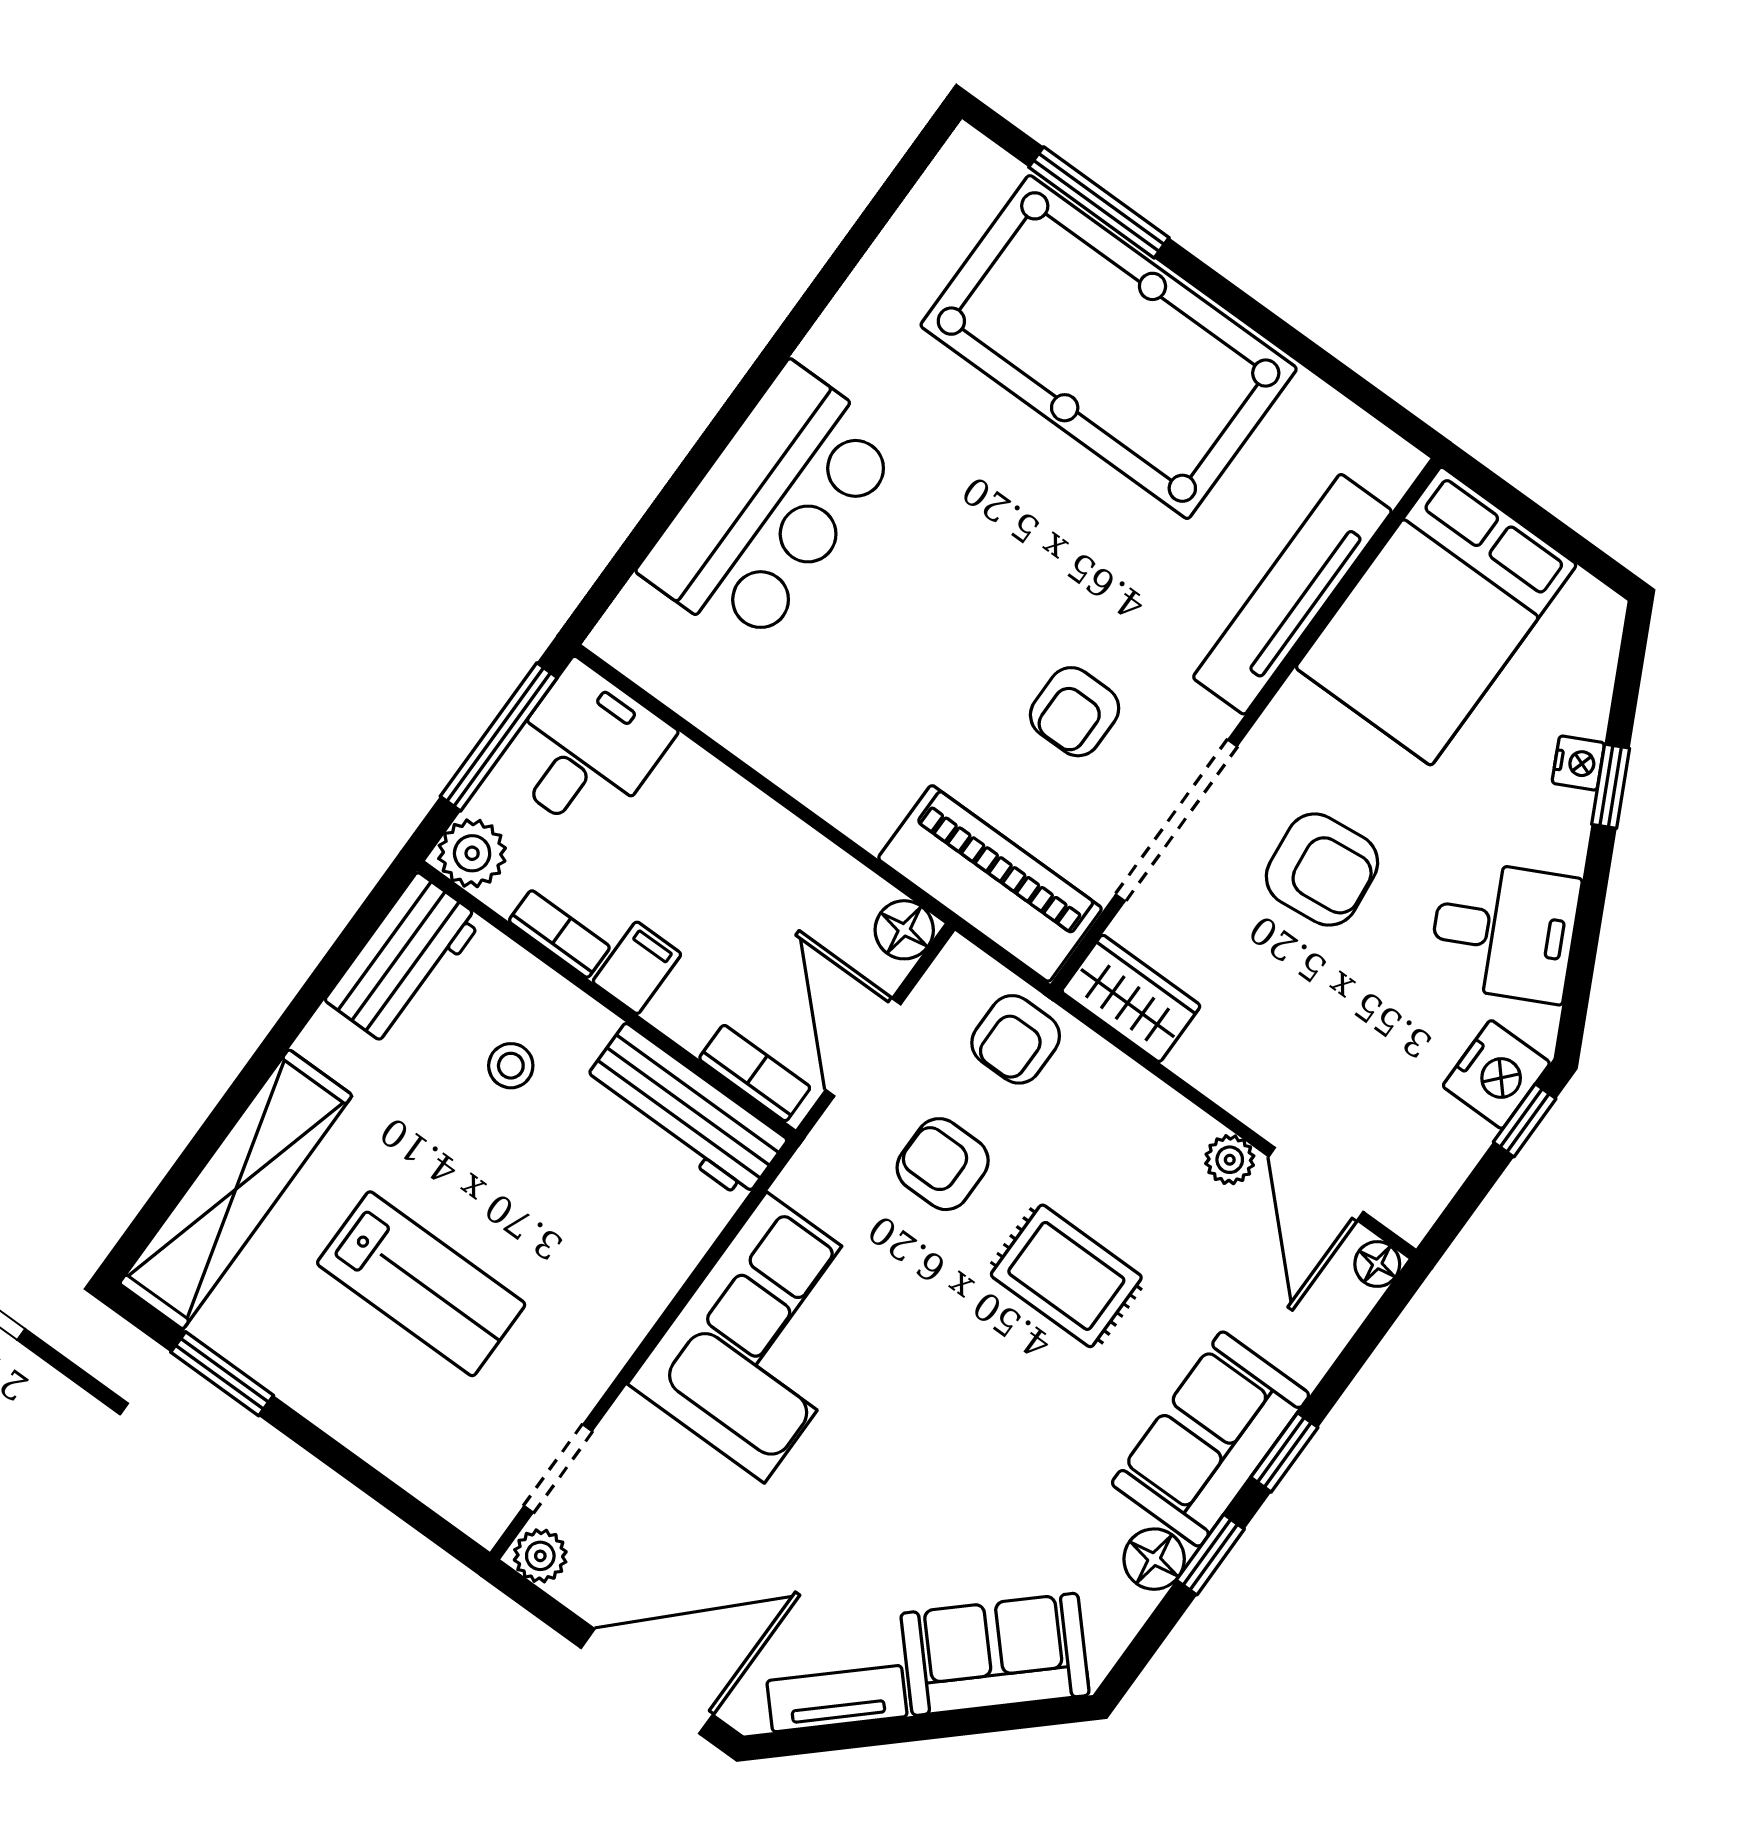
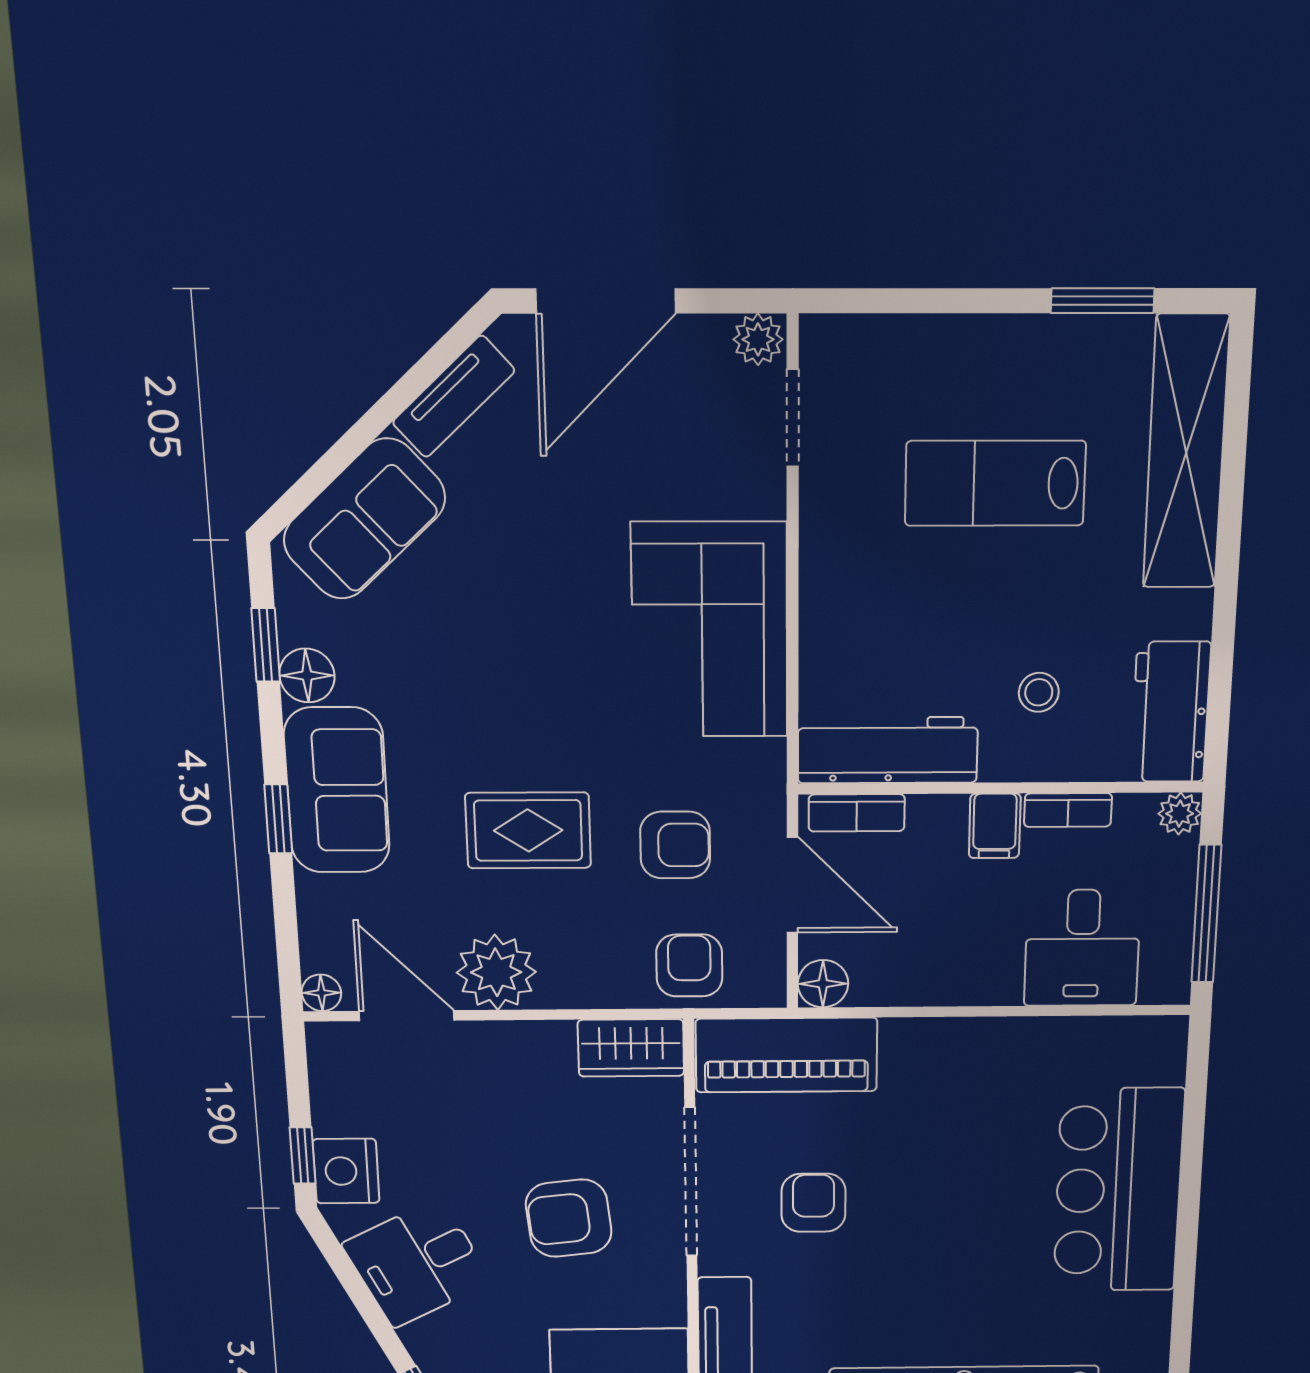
desk: (586, 750) -> (1082, 948), moved
plant: (472, 853) -> (1180, 814), width x0.73, depth x0.73
plant: (1230, 1160) -> (496, 972), width x1.88, depth x1.88
window: (1210, 1555) -> (266, 645), moved

